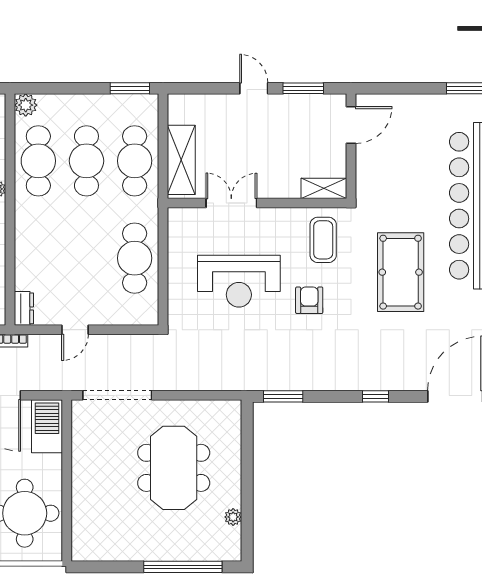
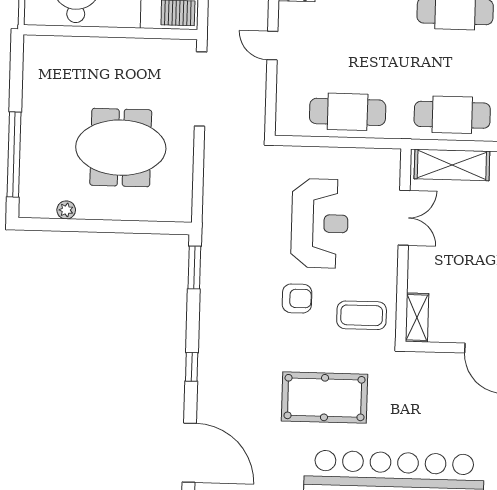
cafe table: (86, 161) -> (454, 63), removed
reception desk: (239, 281) -> (320, 223), turned 180

